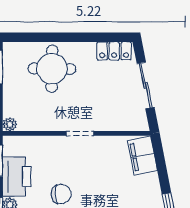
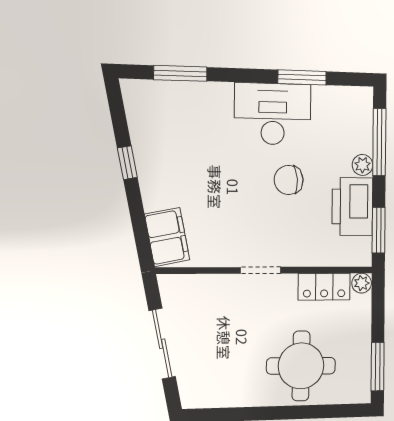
locker: (114, 51) -> (324, 287), moved, turned 180

